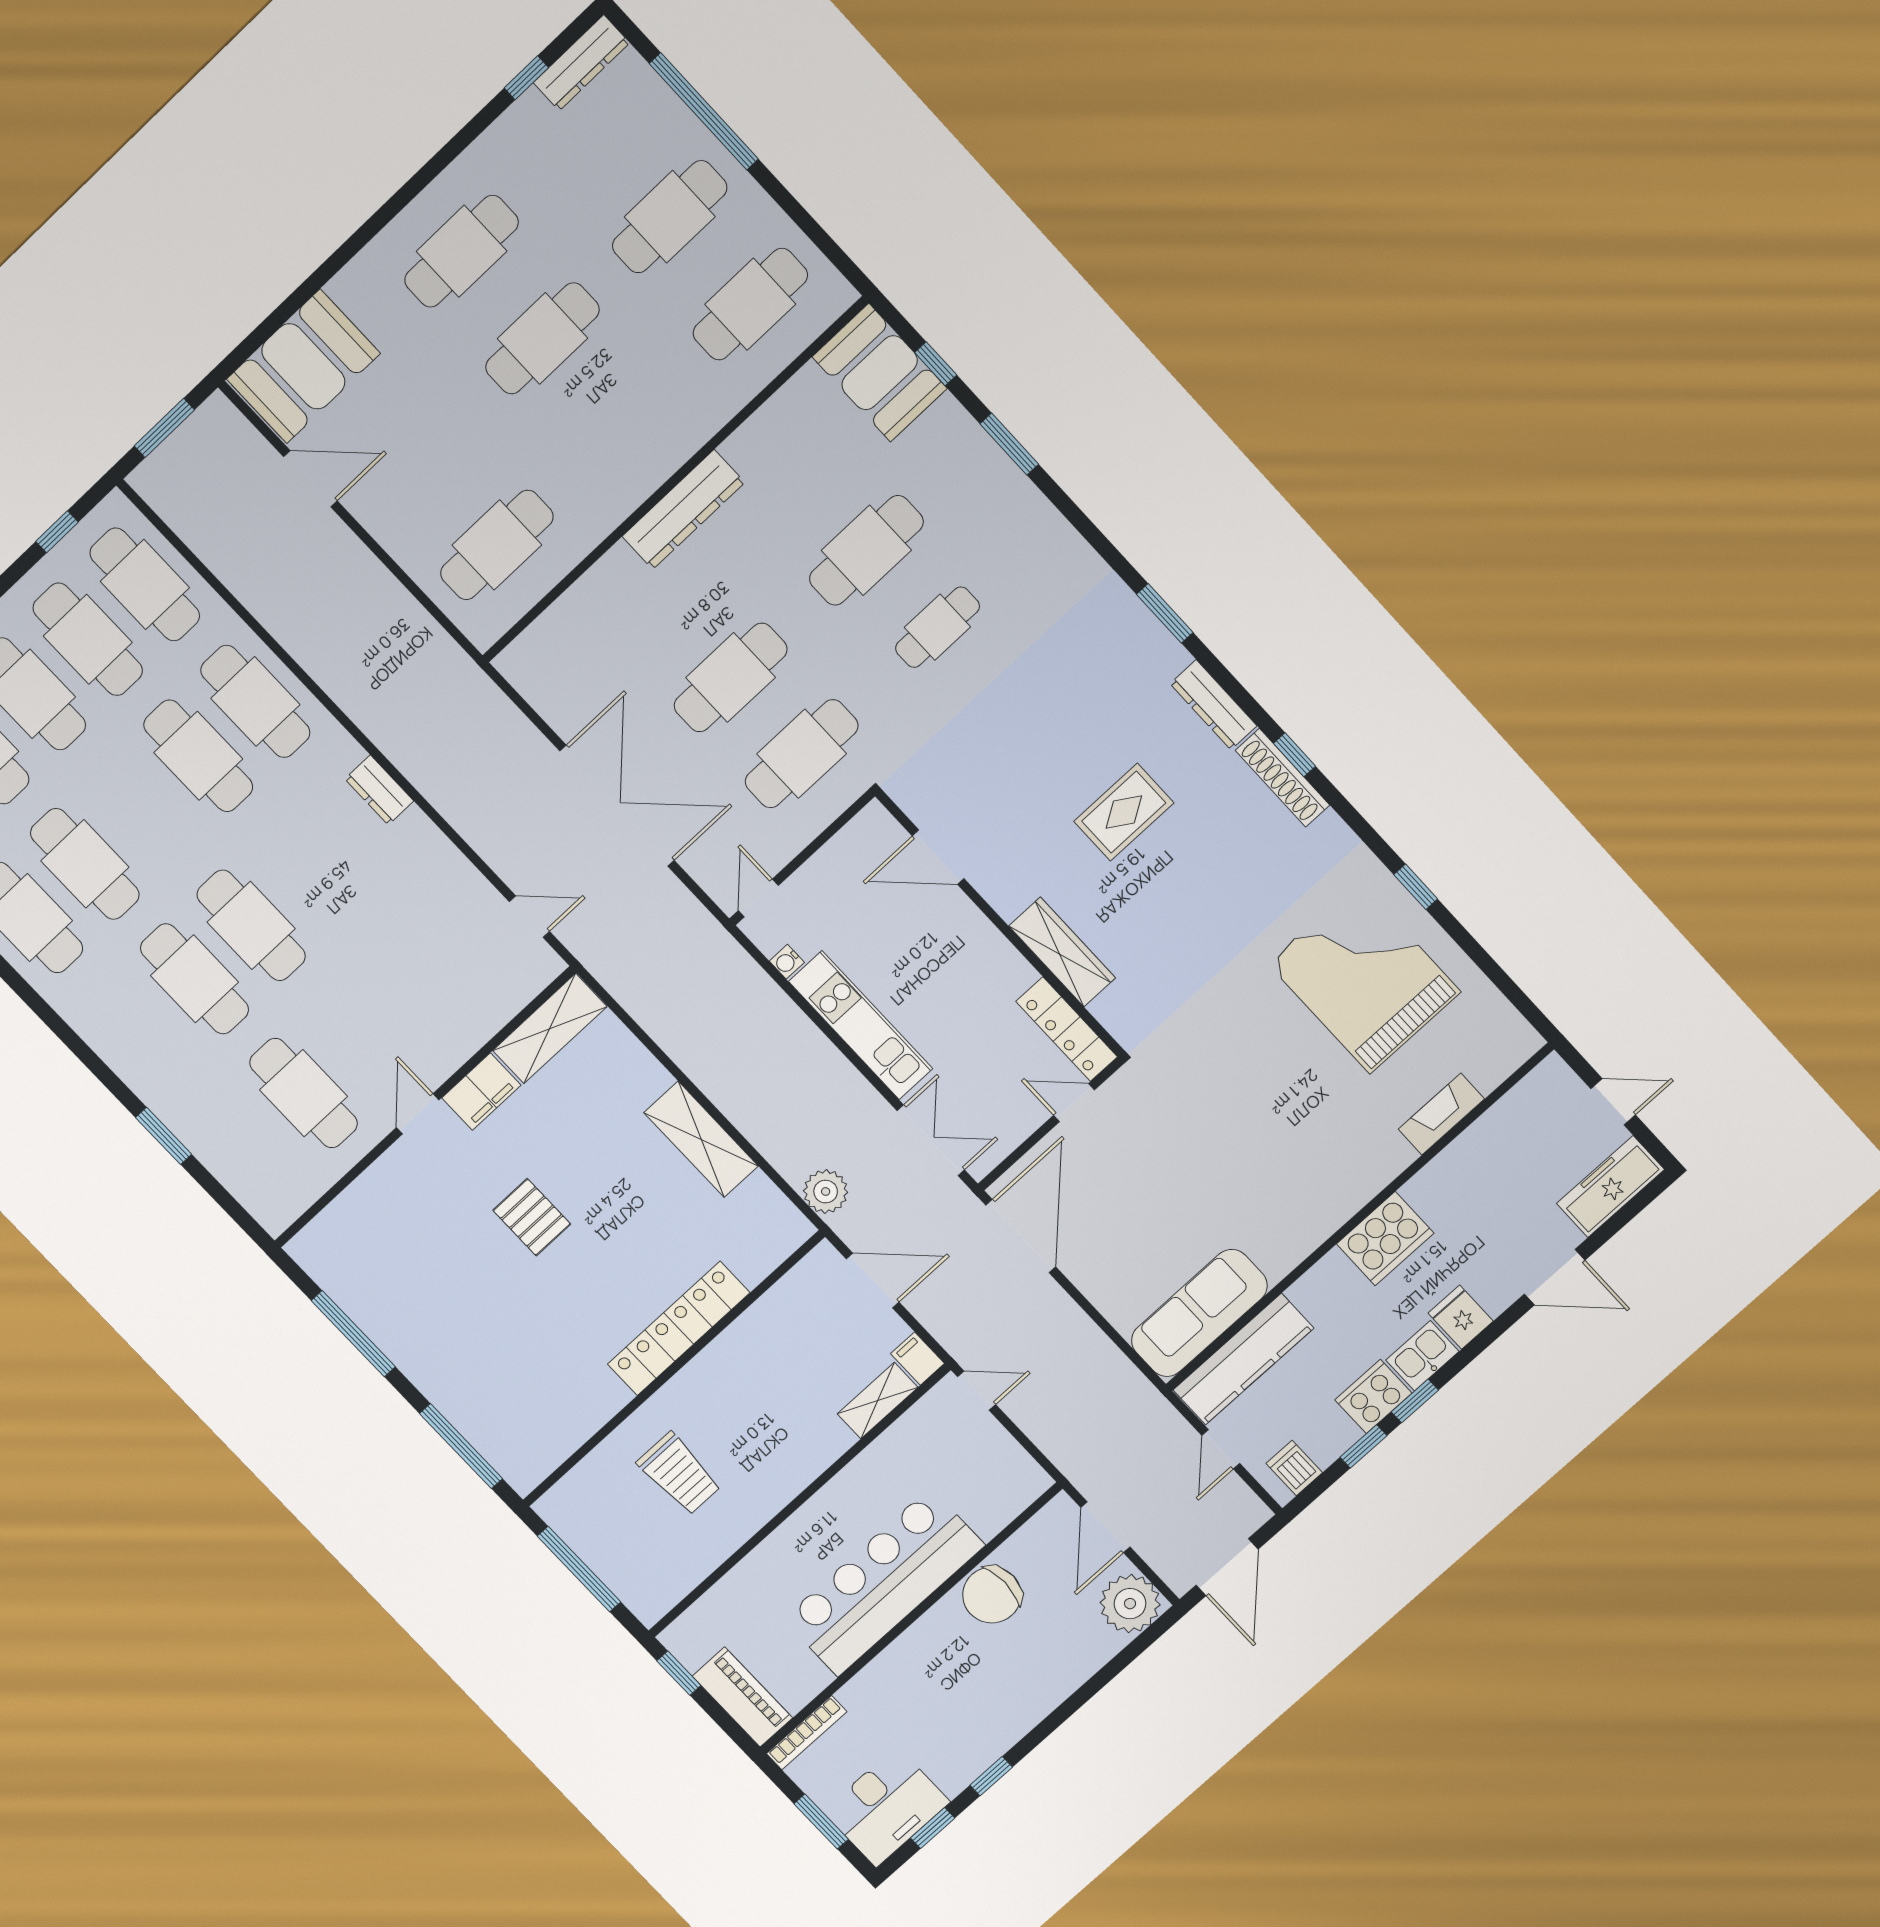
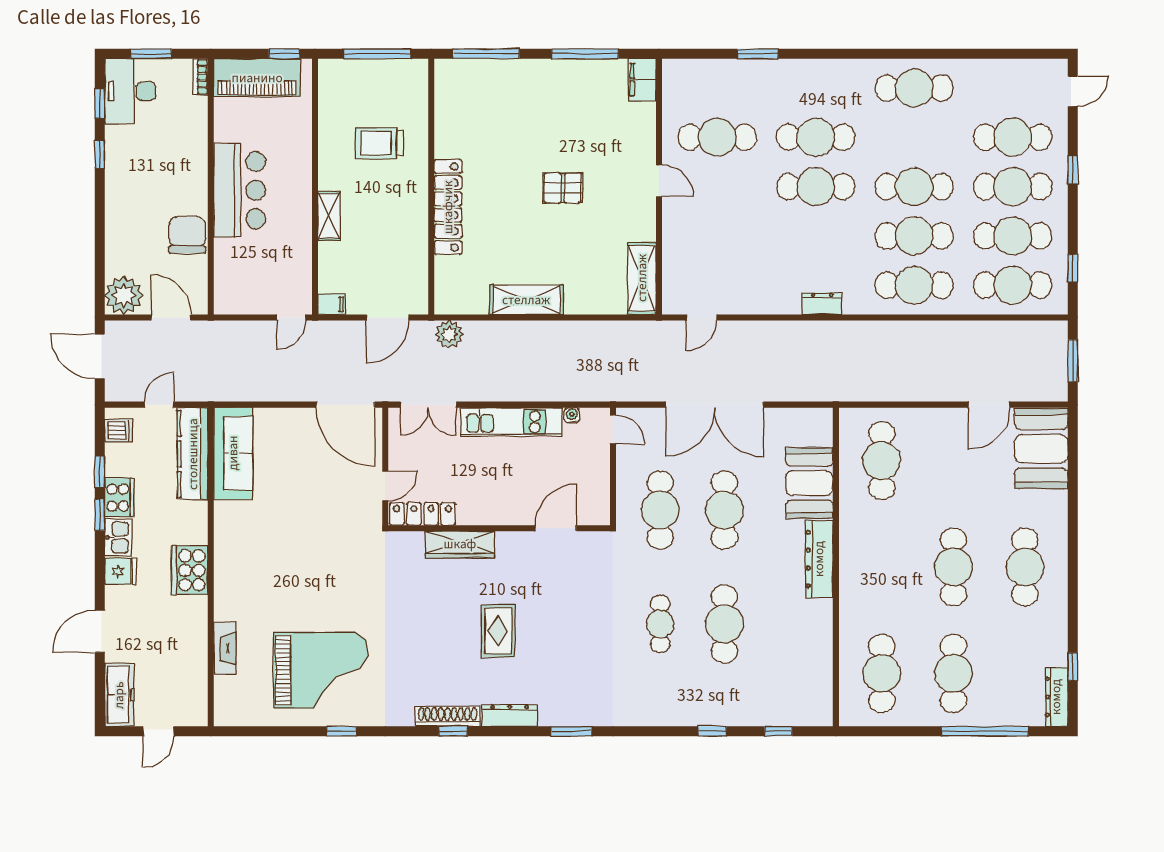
booth: (880, 373) -> (809, 483), moved, turned 90
window: (1009, 444) -> (712, 731), width x0.67
cafe table: (85, 864) -> (914, 187), moved
filing cabinet: (481, 1092) -> (642, 80), moved
shelving: (878, 1401) -> (329, 216), moved
door: (1221, 1449) -> (159, 405), hinge flipped
bar counter: (884, 1582) -> (240, 190), width x0.73
piano: (742, 1697) -> (257, 78), width x1.37, depth x1.33
bookcase: (807, 1733) -> (201, 77), width x0.64

